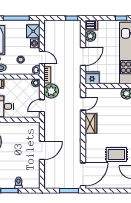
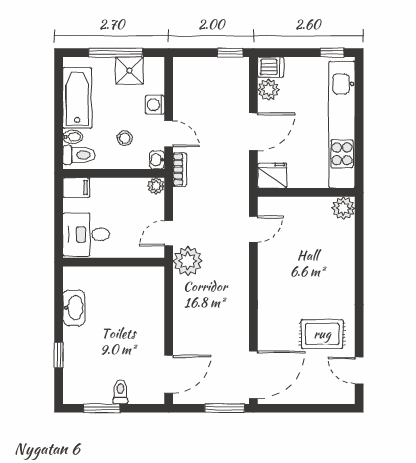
shower: (33, 31) -> (130, 71), moved
plant: (51, 91) -> (188, 261), moved
wardrobe: (91, 123) -> (270, 270), removed
door: (42, 150) -> (169, 374), moved

